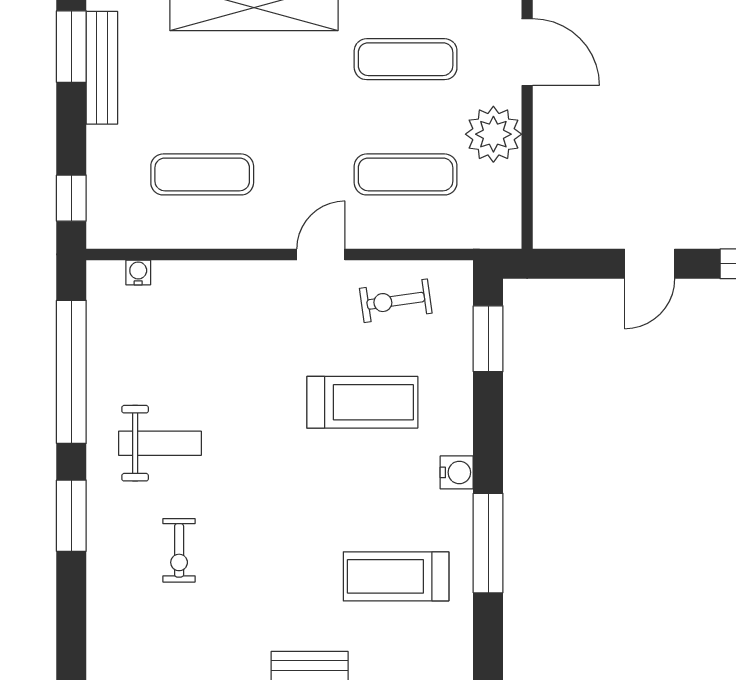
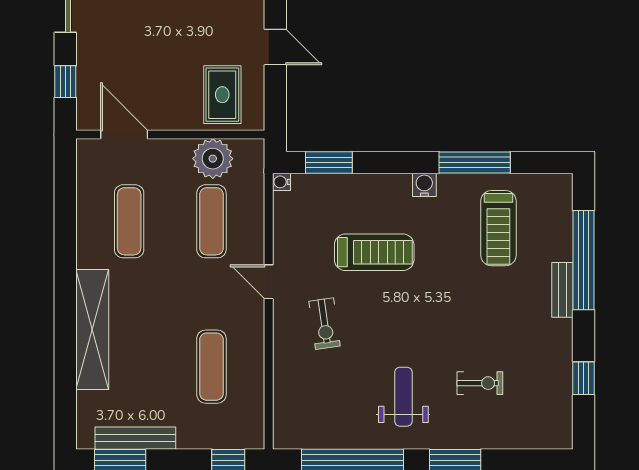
door: (527, 52) -> (124, 135), hinge flipped
plant: (493, 134) -> (213, 159), moved
rug: (583, 190) -> (222, 95), added
water cooler: (138, 272) -> (281, 182), moved
exercise bike: (396, 301) -> (324, 324), moved
treadmill: (362, 402) -> (374, 252), turned 90

